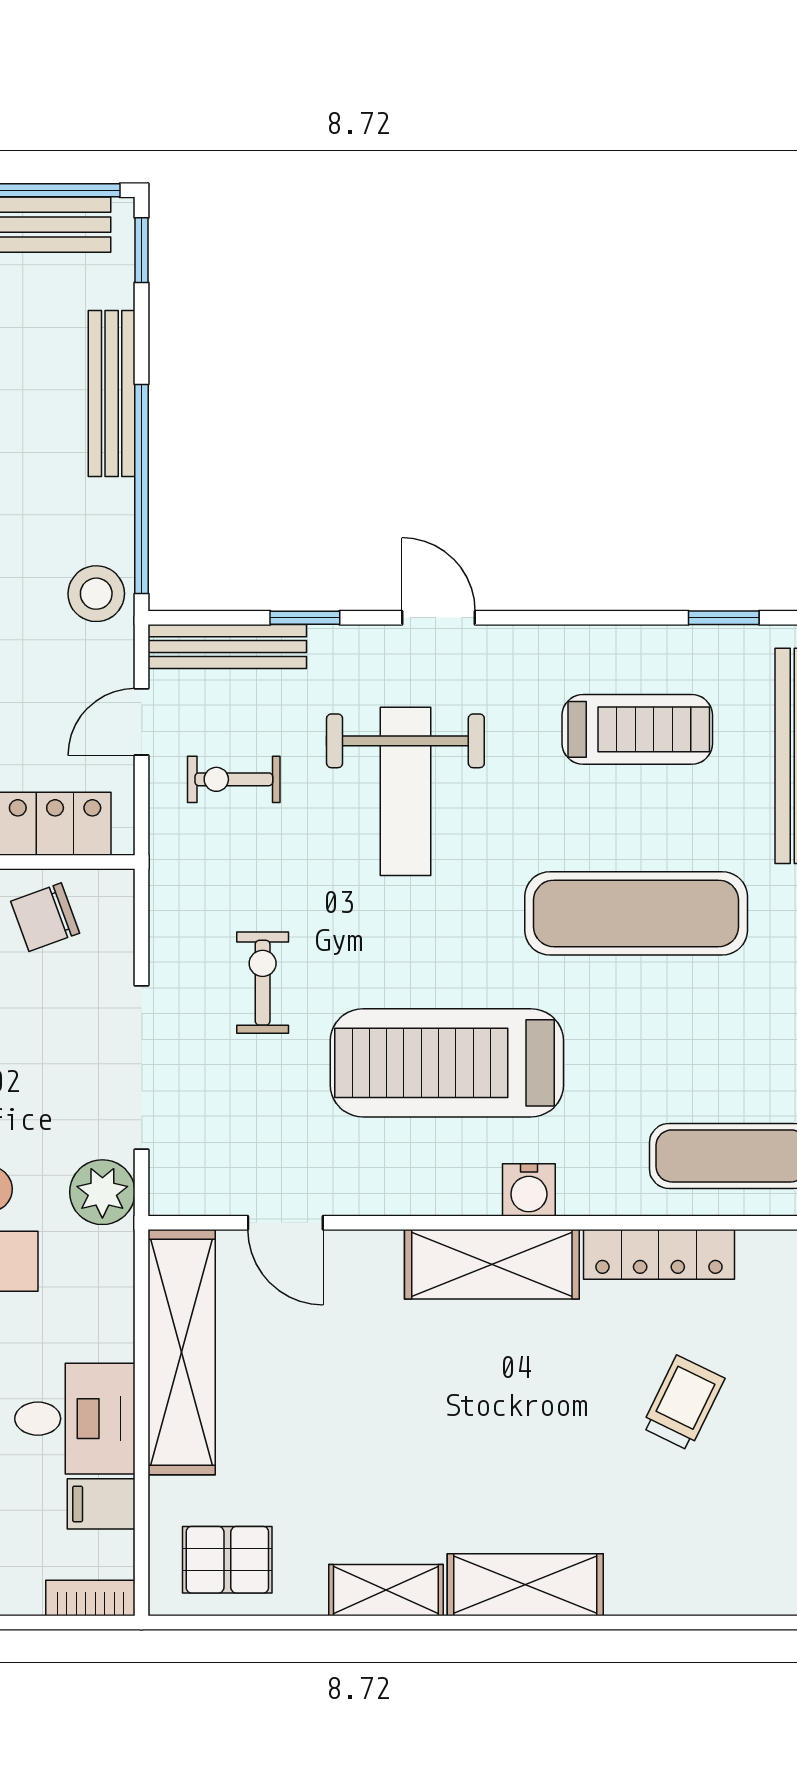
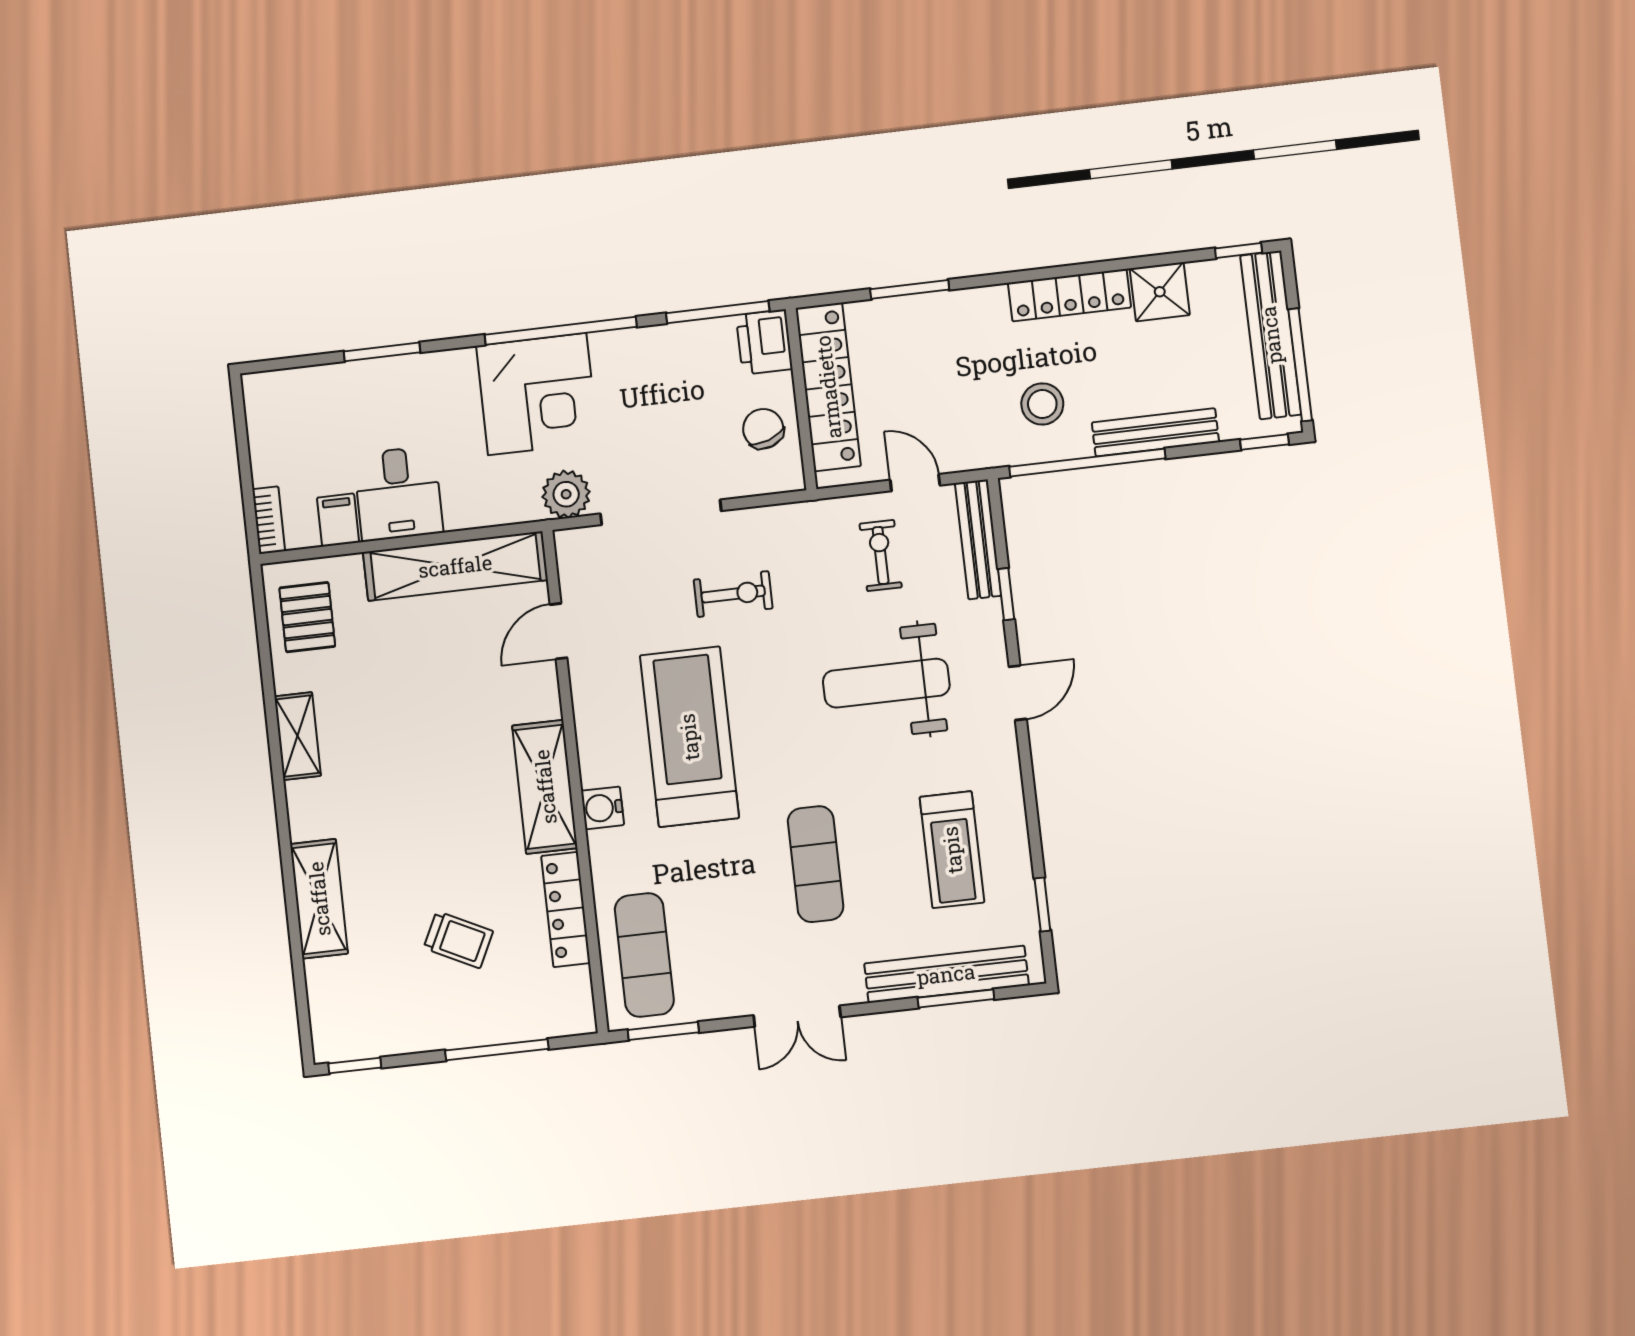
stool: (96, 594) -> (1042, 404), moved
exercise mat: (636, 913) -> (816, 864), width x0.73, depth x0.69
shelving: (525, 1585) -> (319, 899), moved

